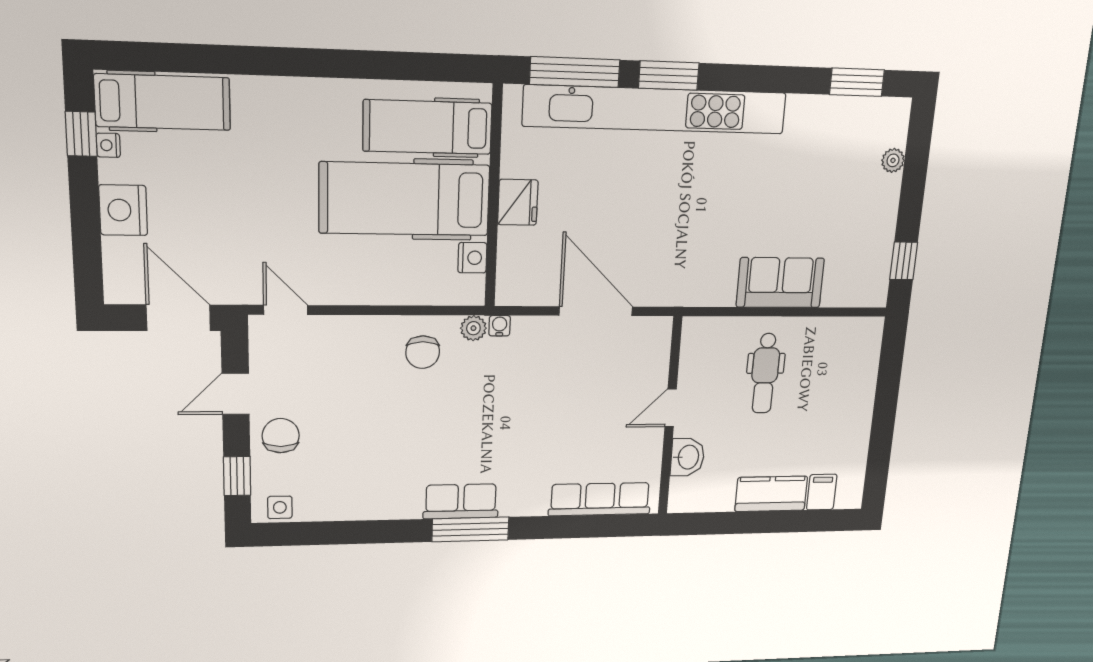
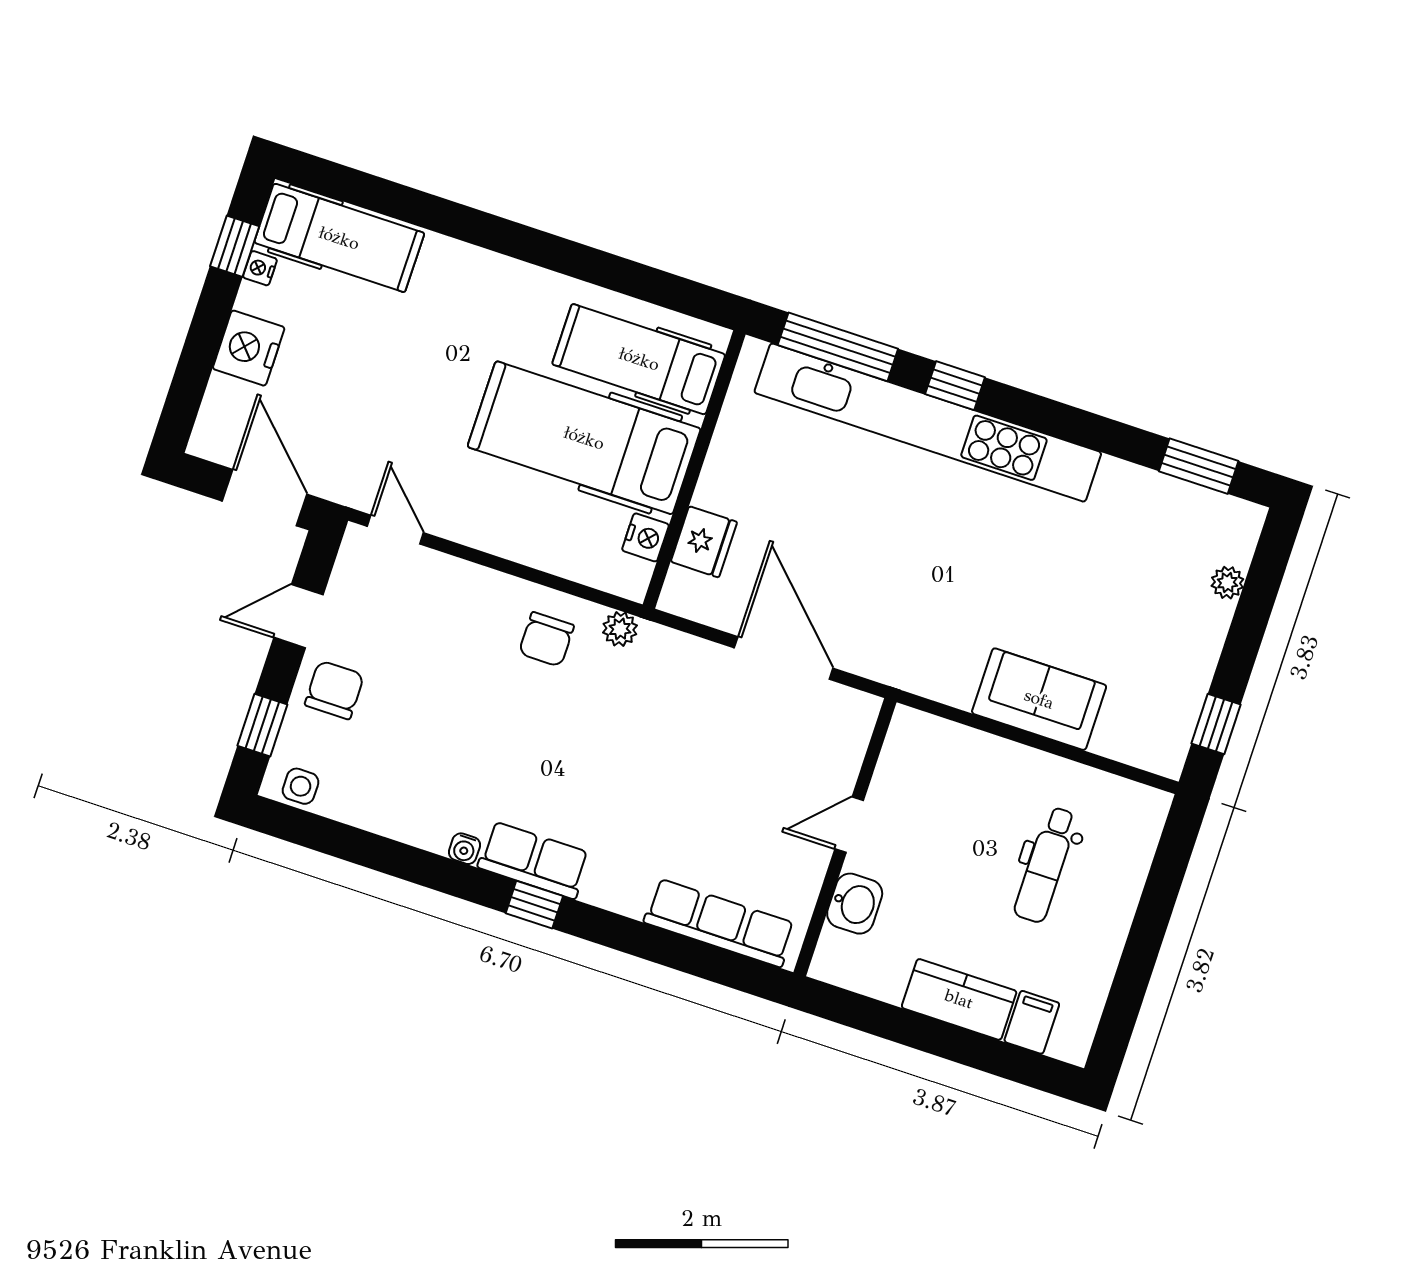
window: (669, 75) -> (955, 386), width x0.67
fridge: (518, 202) -> (704, 542), moved
water cooler: (500, 326) -> (464, 849), moved, turned 180
dental chair: (765, 373) -> (1046, 865), moved
window: (470, 529) -> (534, 905), width x0.46

